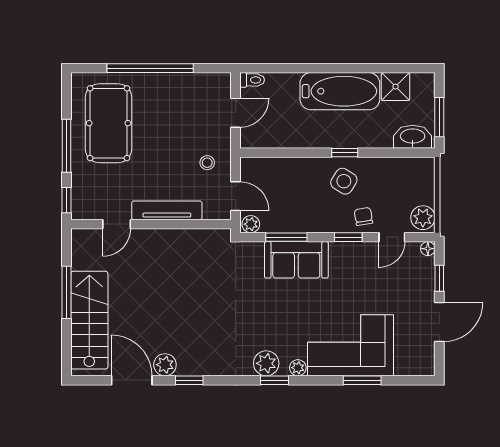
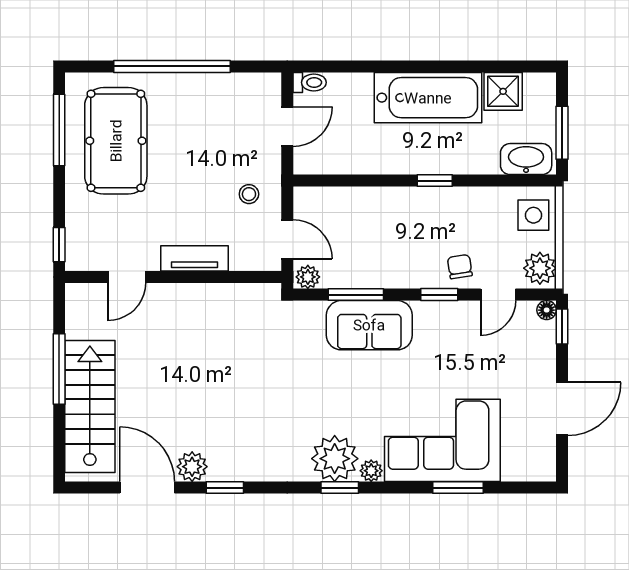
window: (66, 146) -> (59, 130), moved
side table: (344, 181) -> (533, 215), moved, turned -32
tv unit: (167, 210) -> (195, 258), width x0.71
window: (439, 278) -> (562, 327), moved
plant: (266, 363) -> (335, 459), width x1.36, depth x1.36

